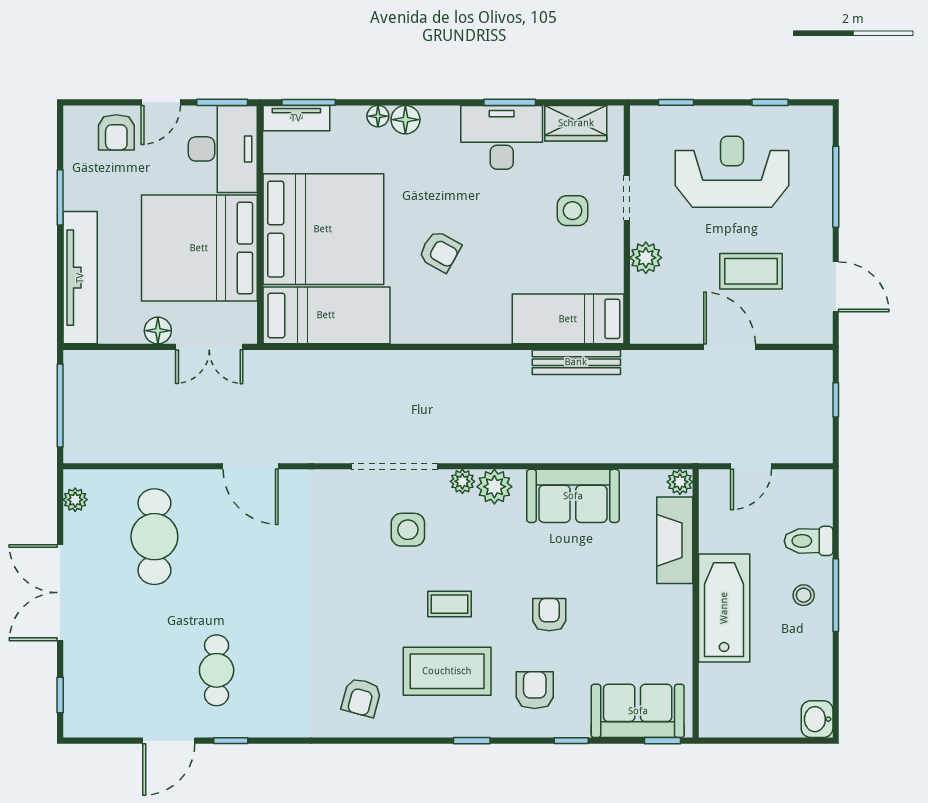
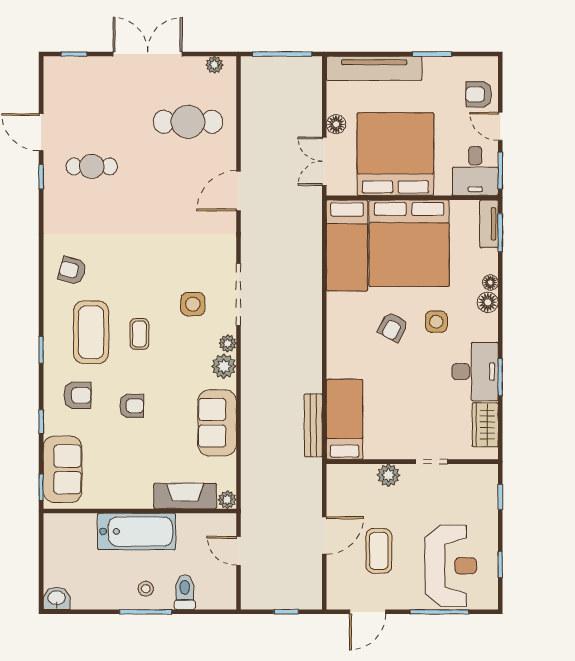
desk: (223, 149) -> (475, 171), width x0.73
reception desk: (732, 172) -> (451, 566), moved
side table: (573, 211) -> (436, 322), moved

